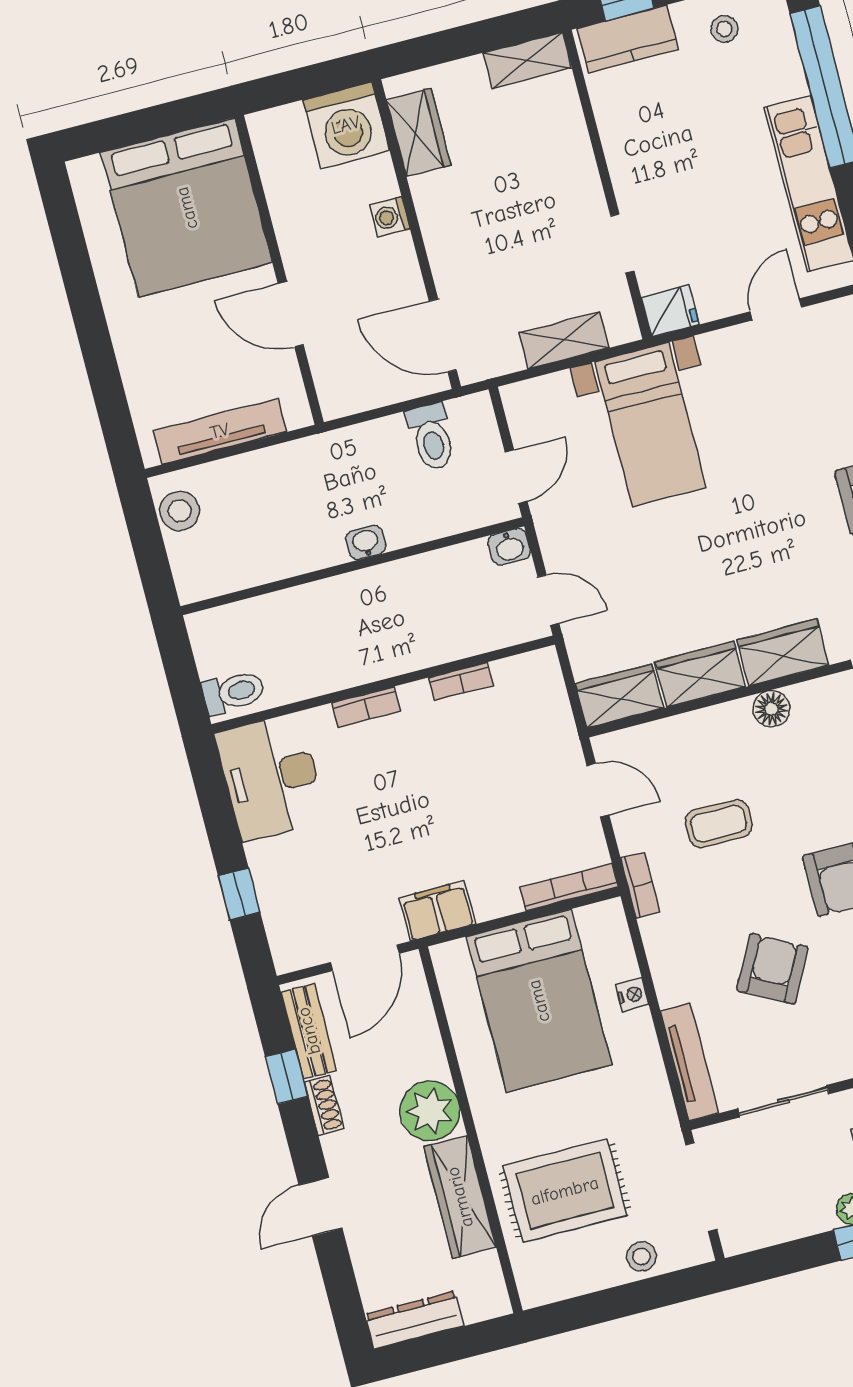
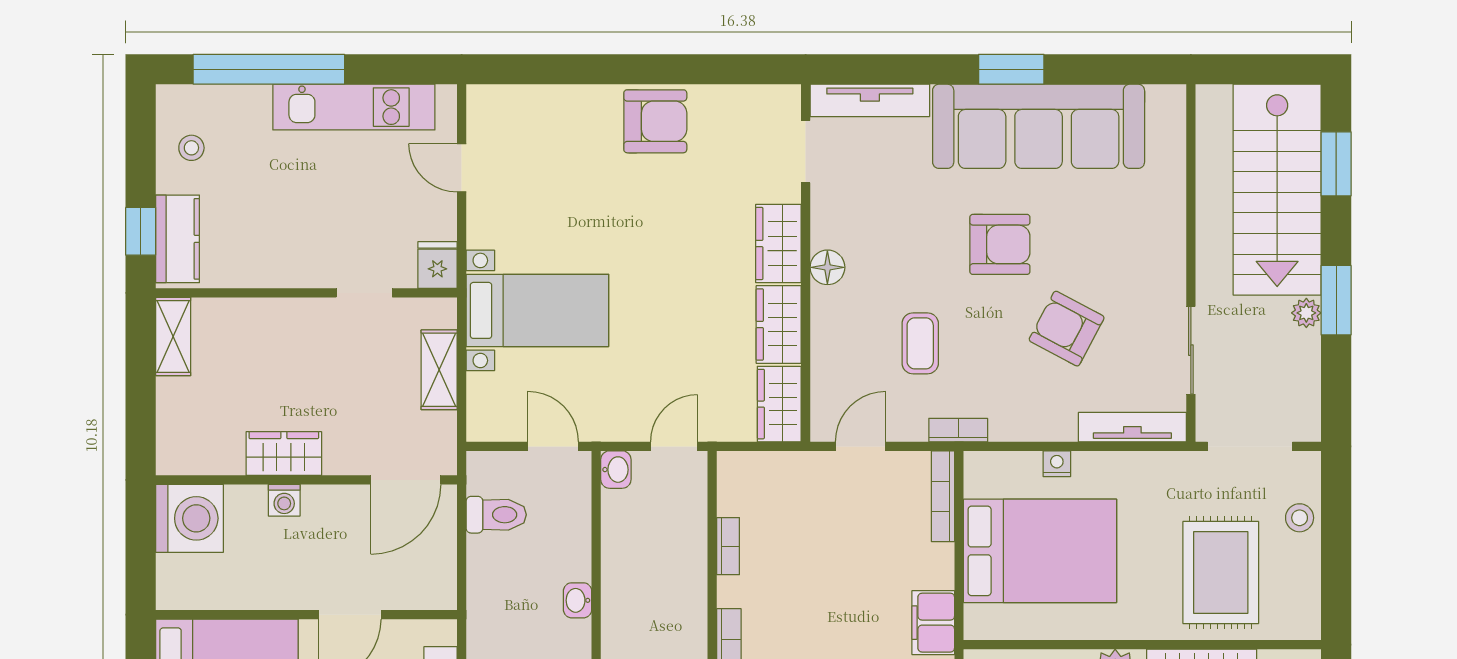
wardrobe: (419, 133) -> (284, 454), moved

